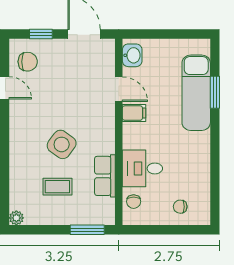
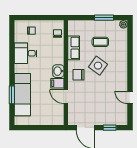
washbasin: (132, 55) -> (58, 71), moved
chair: (28, 62) -> (79, 75), moved
desk: (142, 168) -> (26, 53), moved, turned 180
window: (87, 230) -> (104, 18), moved

